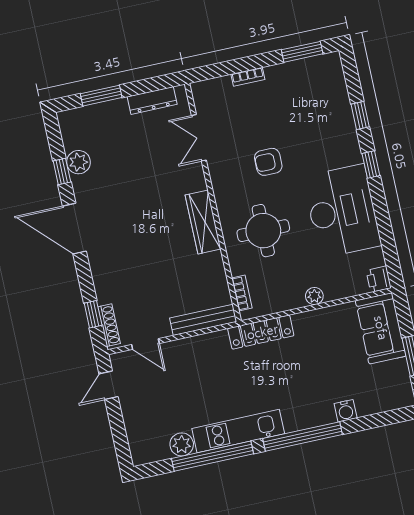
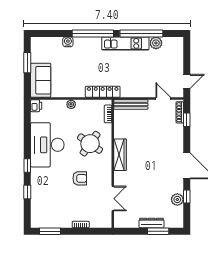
dresser: (152, 100) -> (151, 223), moved
round table: (263, 231) -> (90, 144), turned 35

